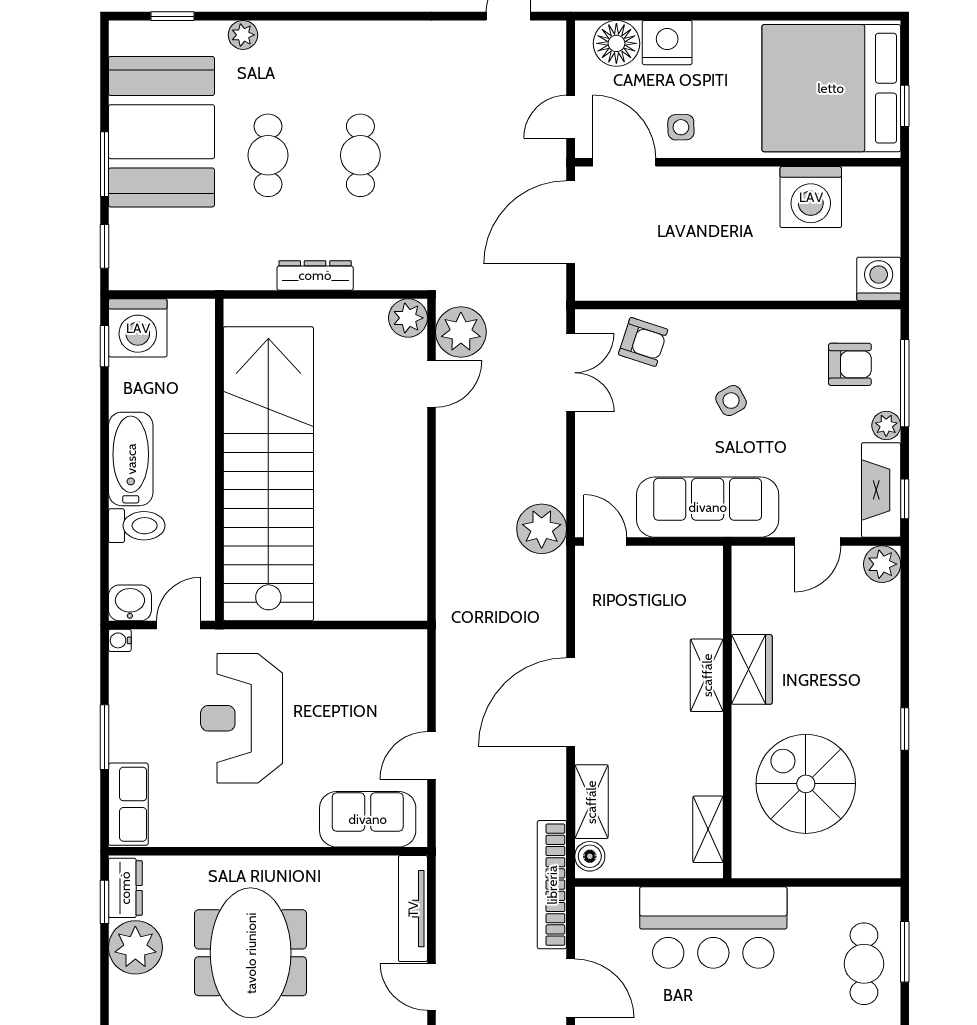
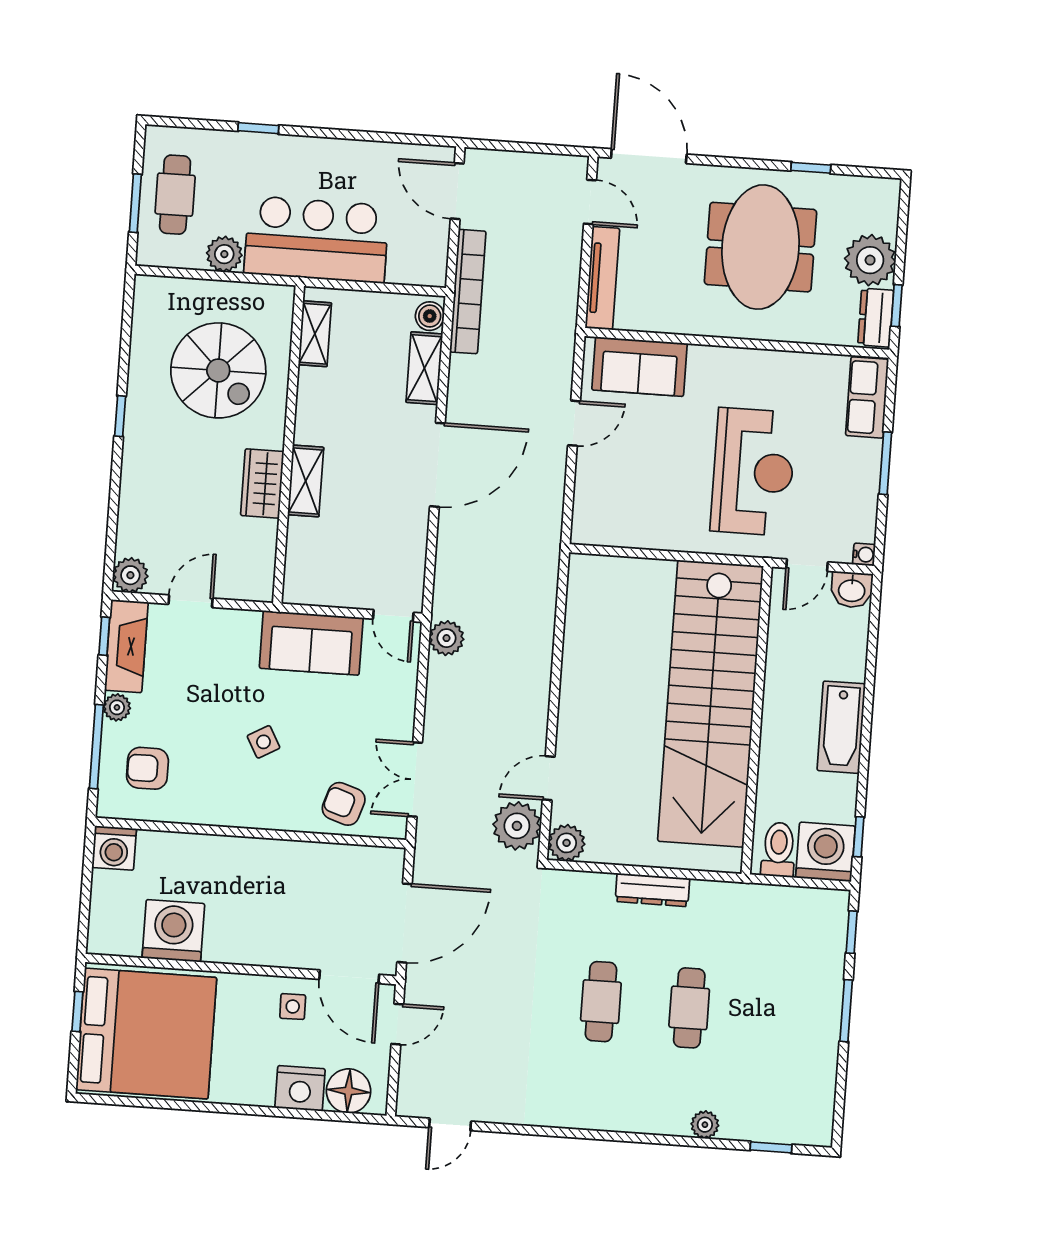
booth: (161, 132) -> (789, 1038), removed
sofa: (708, 507) -> (311, 643), width x0.73
toilet: (137, 526) -> (779, 850), moved, turned 90
plant: (542, 529) -> (447, 638), width x0.73, depth x0.73
plant: (808, 905) -> (224, 254), added

